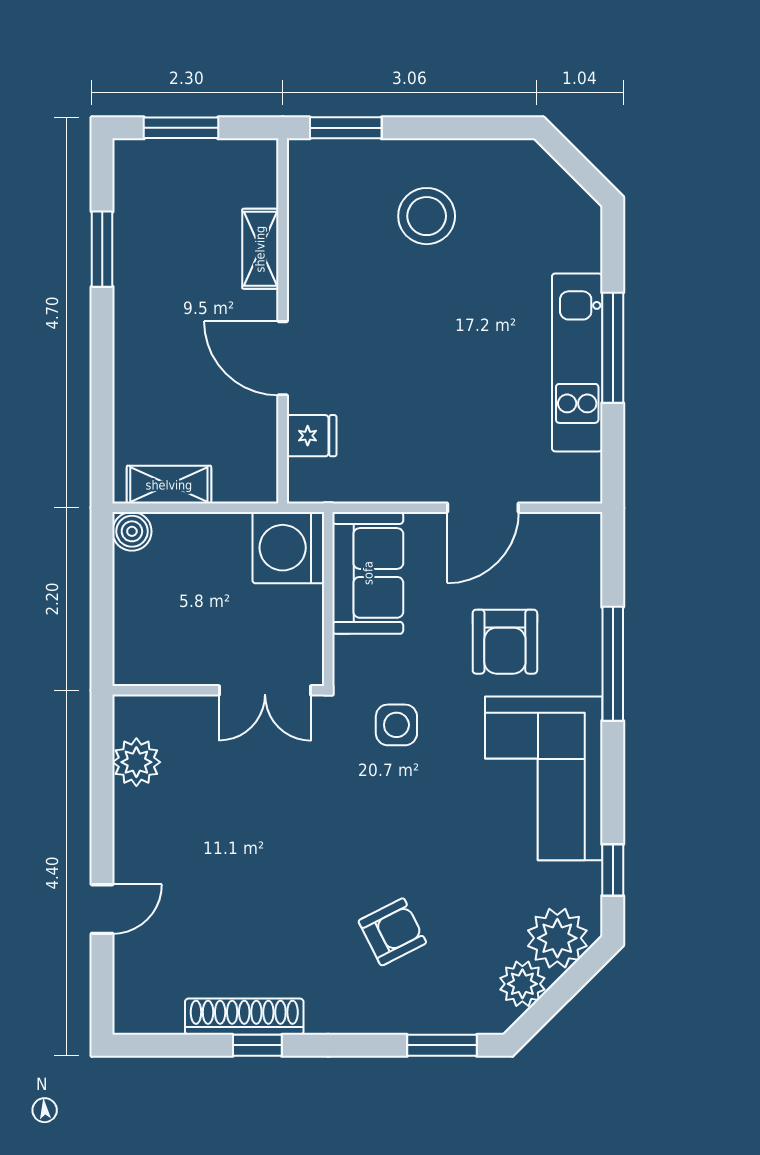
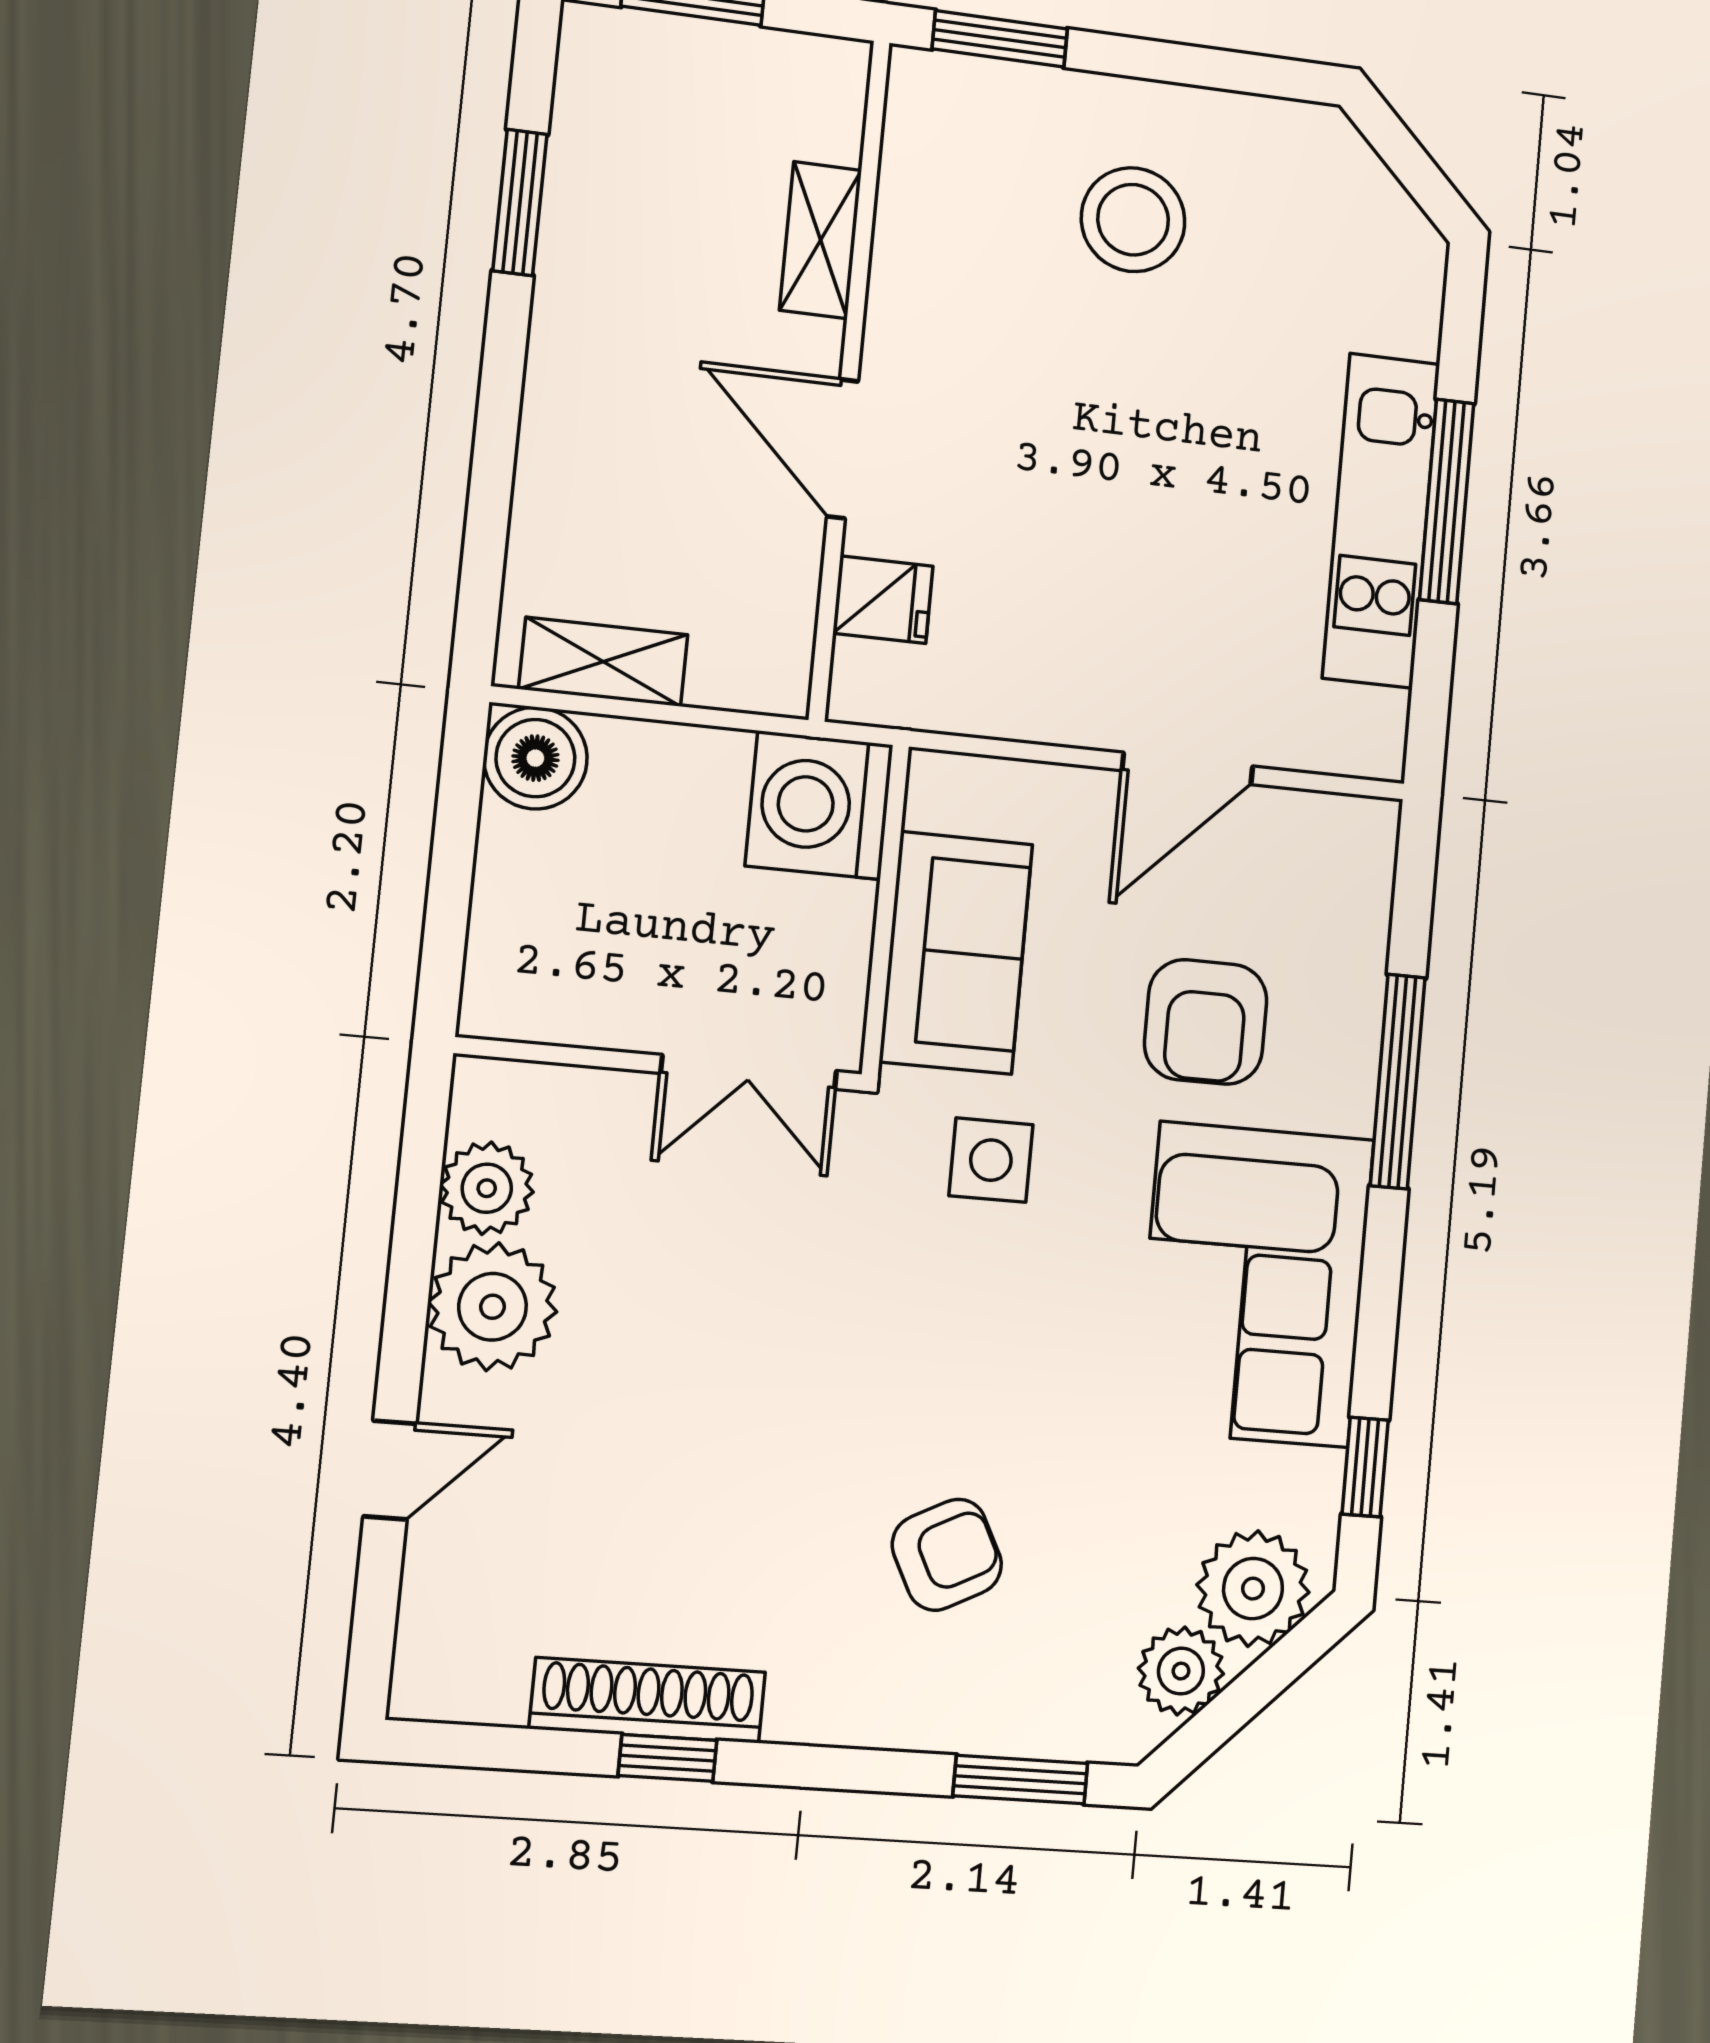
boiler: (132, 531) -> (535, 758), width x1.36, depth x1.36
sofa: (368, 573) -> (956, 953), moved
plant: (145, 822) -> (493, 1307), added

